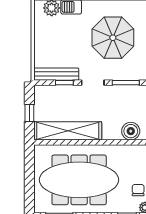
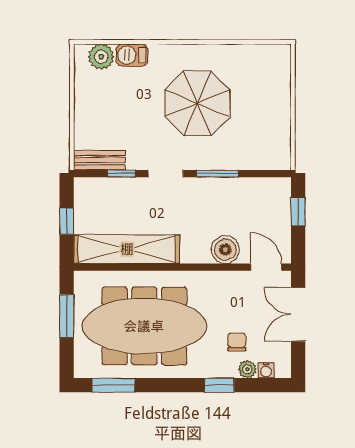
bench: (56, 74) -> (99, 160), width x0.73
window: (29, 174) -> (67, 316), added

